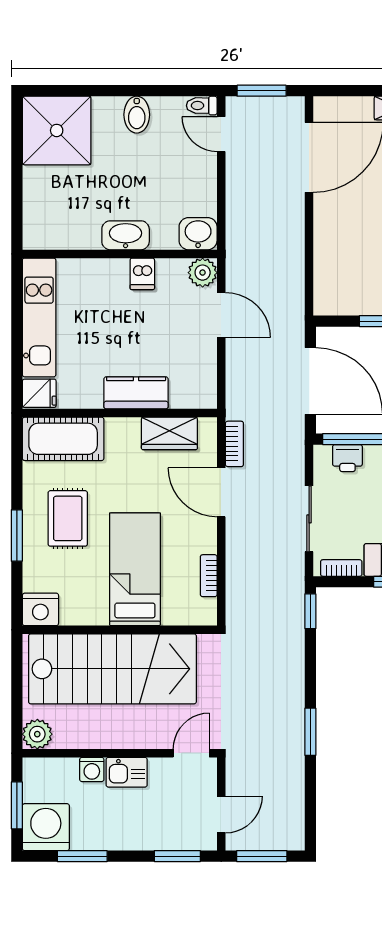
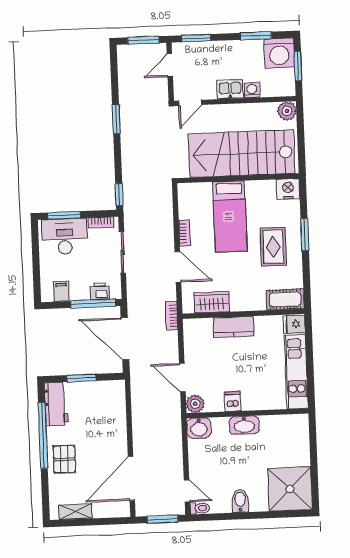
cot: (63, 439) -> (285, 299), width x0.73, depth x0.75
bookcase: (234, 444) -> (172, 316), moved
bookcase: (209, 576) -> (184, 233), moved

